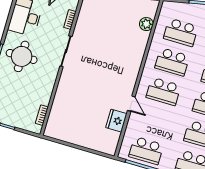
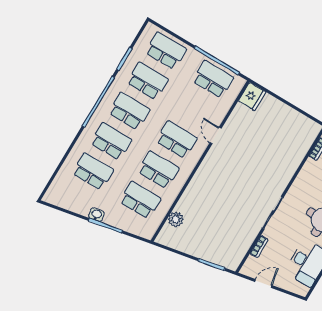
fridge: (116, 121) -> (252, 96), moved

